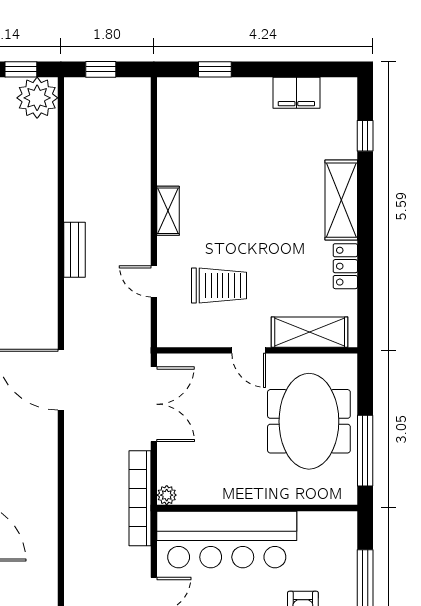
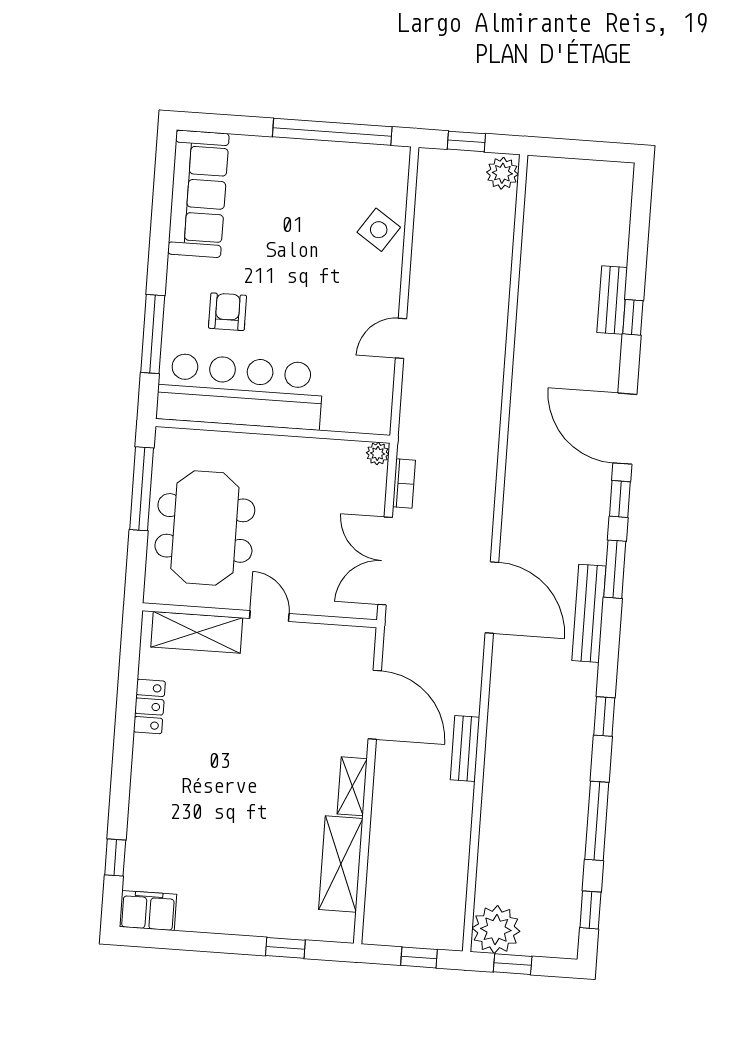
filing cabinet: (296, 93) -> (148, 911), moved
shelving: (341, 200) -> (341, 864), moved
door: (154, 281) -> (375, 705), width x1.88
trolley: (219, 285) -> (299, 695), removed
bookcase: (140, 498) -> (404, 483), width x0.43, depth x0.76
bar counter: (227, 539) -> (240, 391), moved

